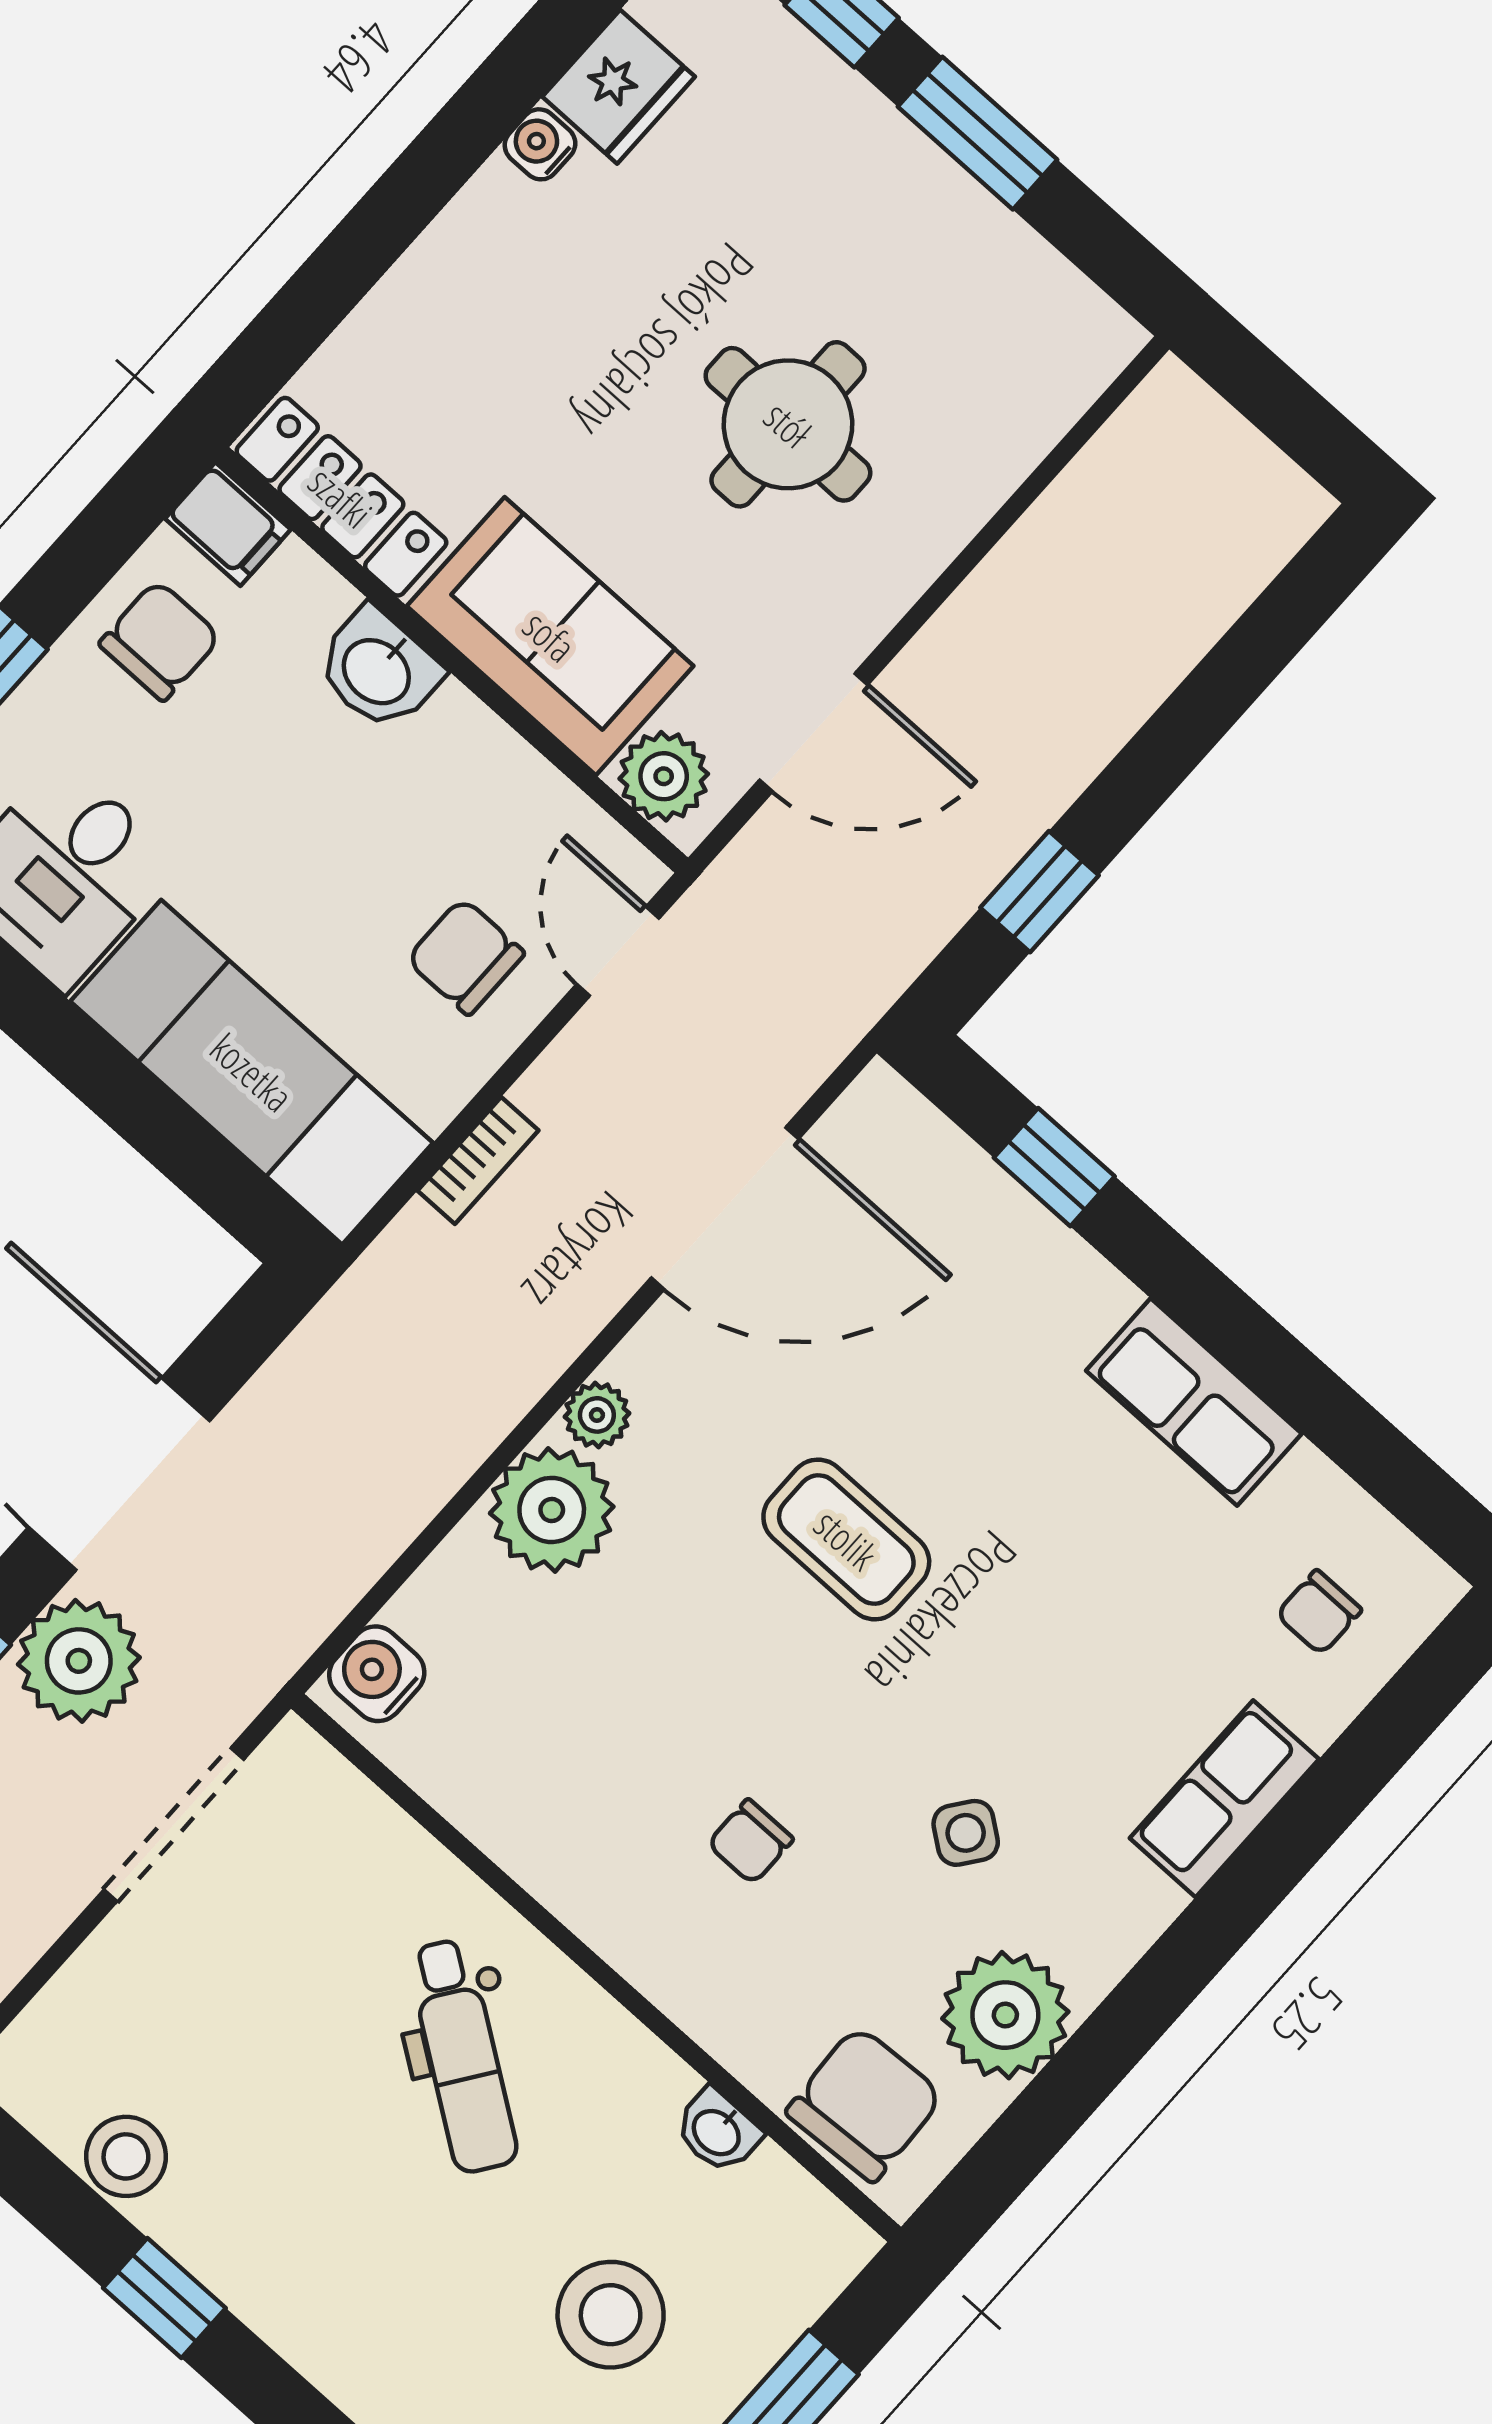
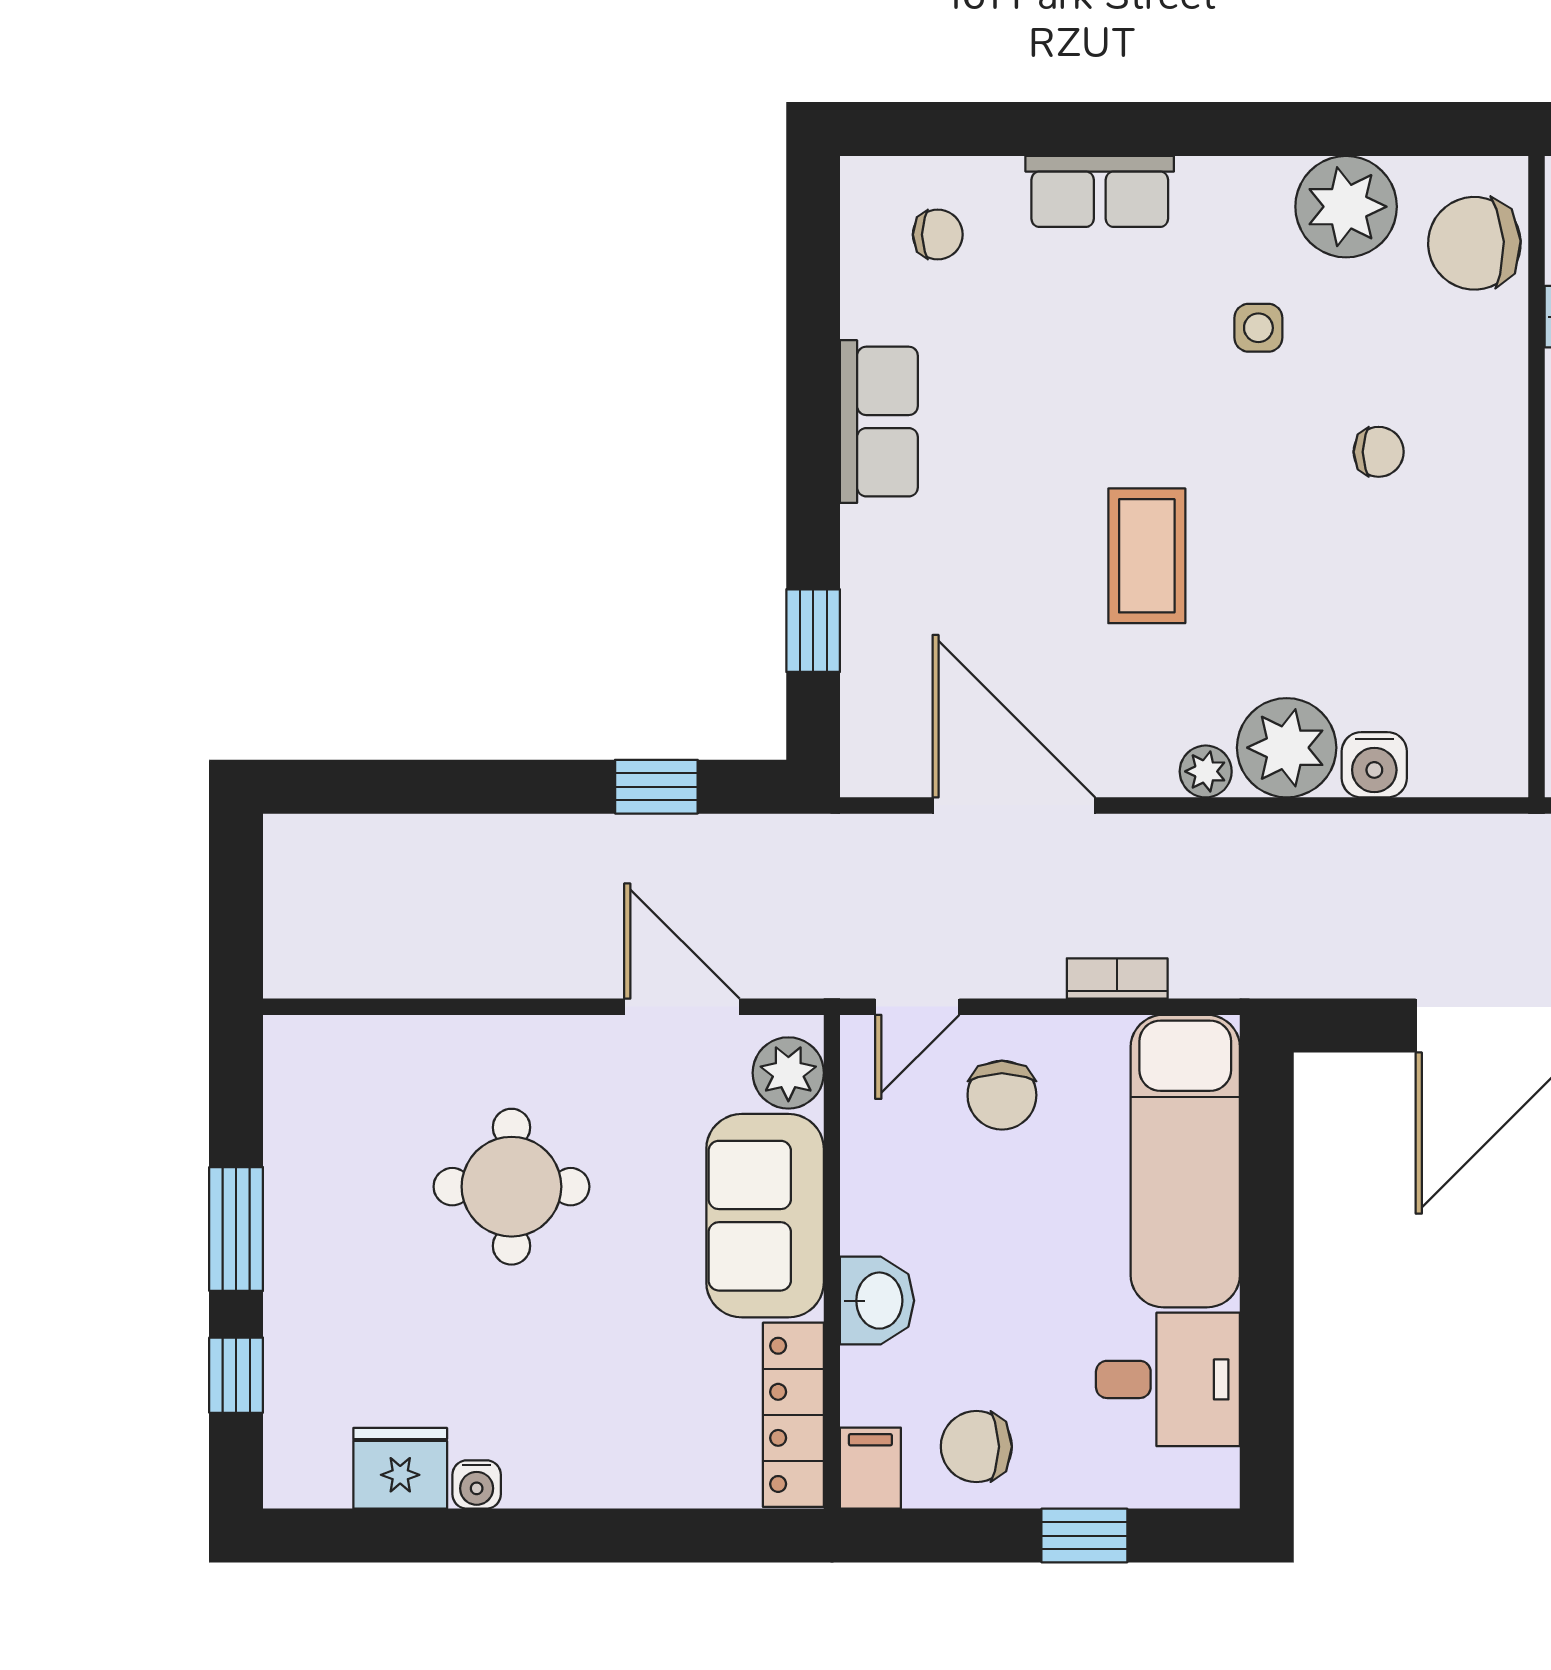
water cooler: (377, 1674) -> (1374, 765), moved
side table: (966, 1833) -> (1258, 328), turned -37

